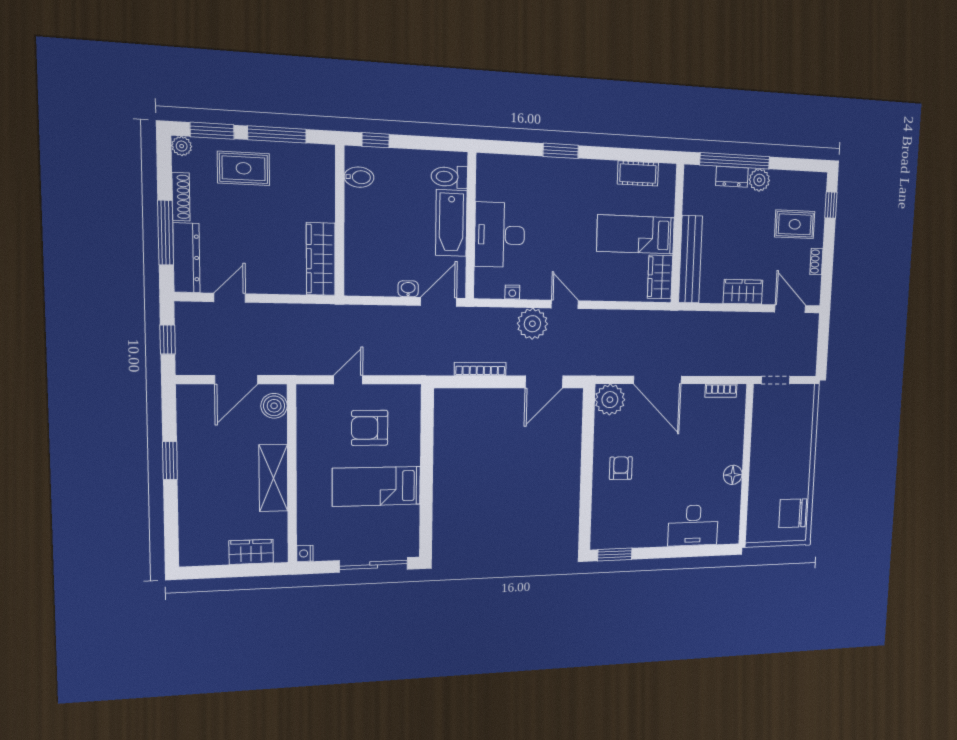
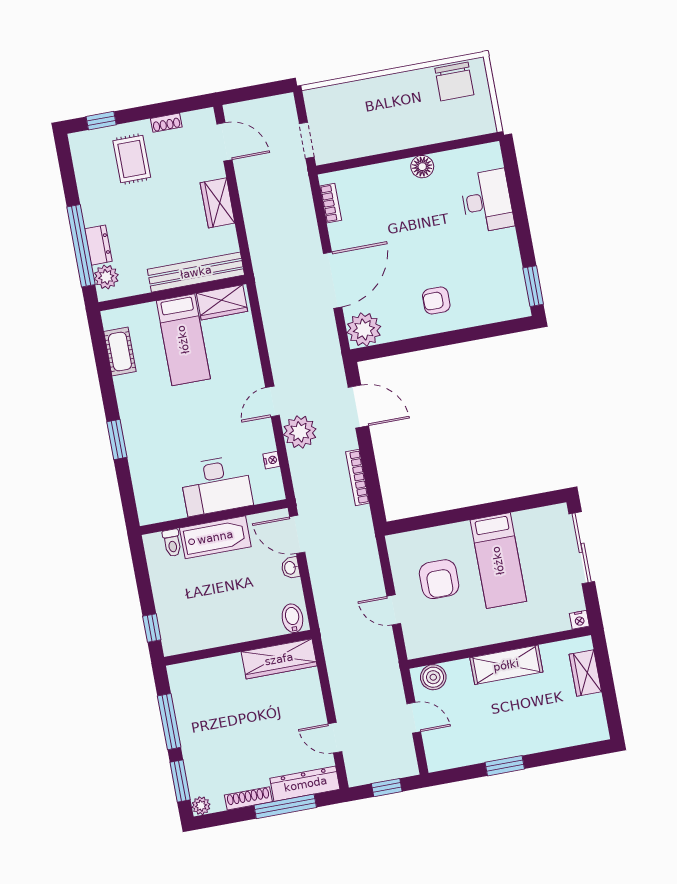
rug: (244, 168) -> (208, 747), removed
bidet: (359, 177) -> (292, 618), moved
toilet: (449, 177) -> (172, 543), width x0.73, depth x0.72
plant: (759, 180) -> (106, 277), moved
door: (790, 309) -> (224, 142), swing flipped
door: (236, 380) -> (414, 718), width x0.73

